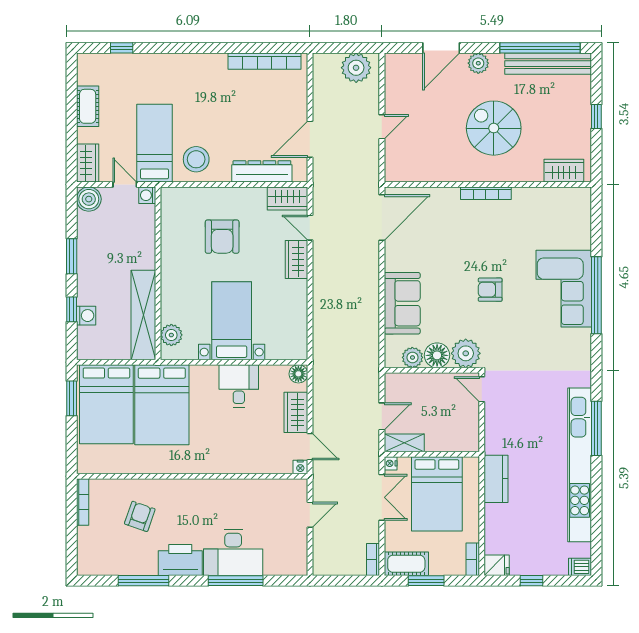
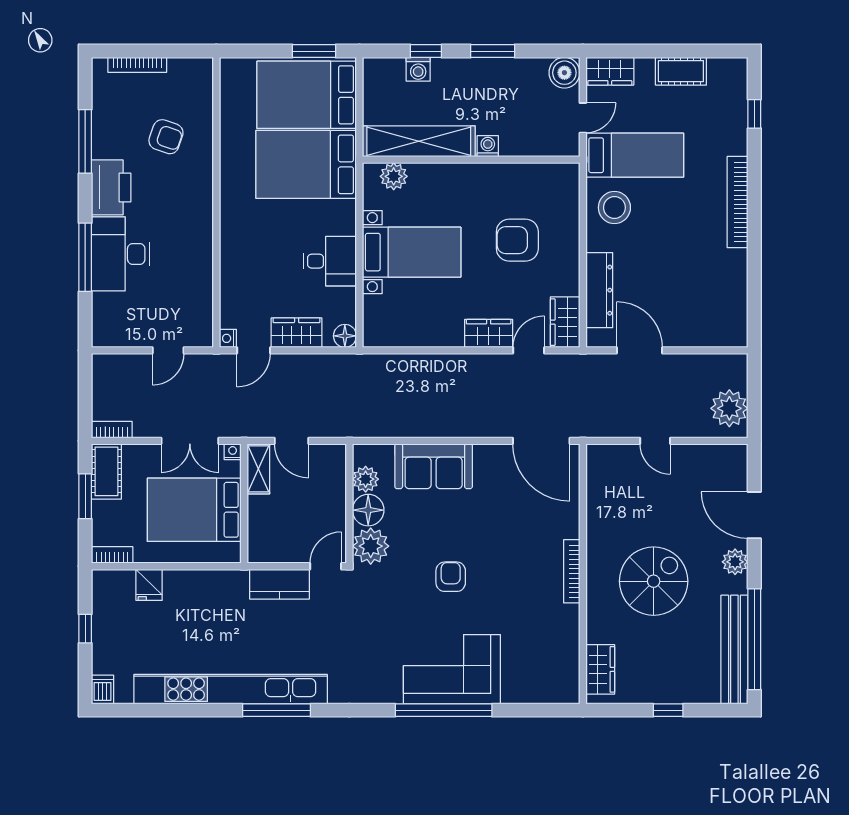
bookcase: (265, 61) -> (738, 202), moved
washing machine: (147, 195) -> (488, 146), moved
kitchen counter: (496, 479) -> (279, 584), moved
bookcase: (83, 502) -> (137, 65), moved
door: (310, 515) -> (168, 350), hinge flipped
fridge: (497, 565) -> (149, 585), moved

